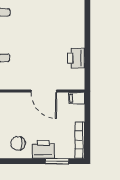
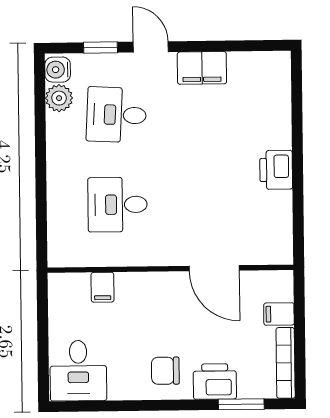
printer: (76, 58) -> (276, 170), moved
filing cabinet: (77, 98) -> (279, 314), moved

